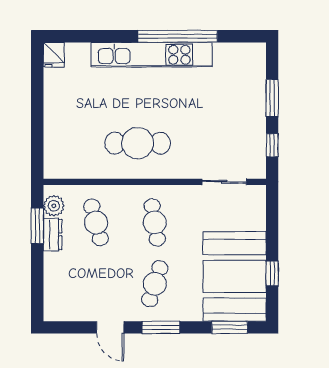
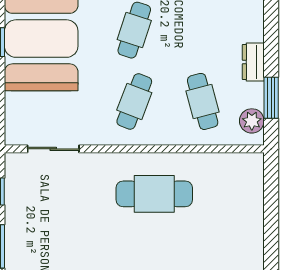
cafe table: (155, 222) -> (134, 101), turned 30
dresser: (53, 234) -> (253, 62), moved

